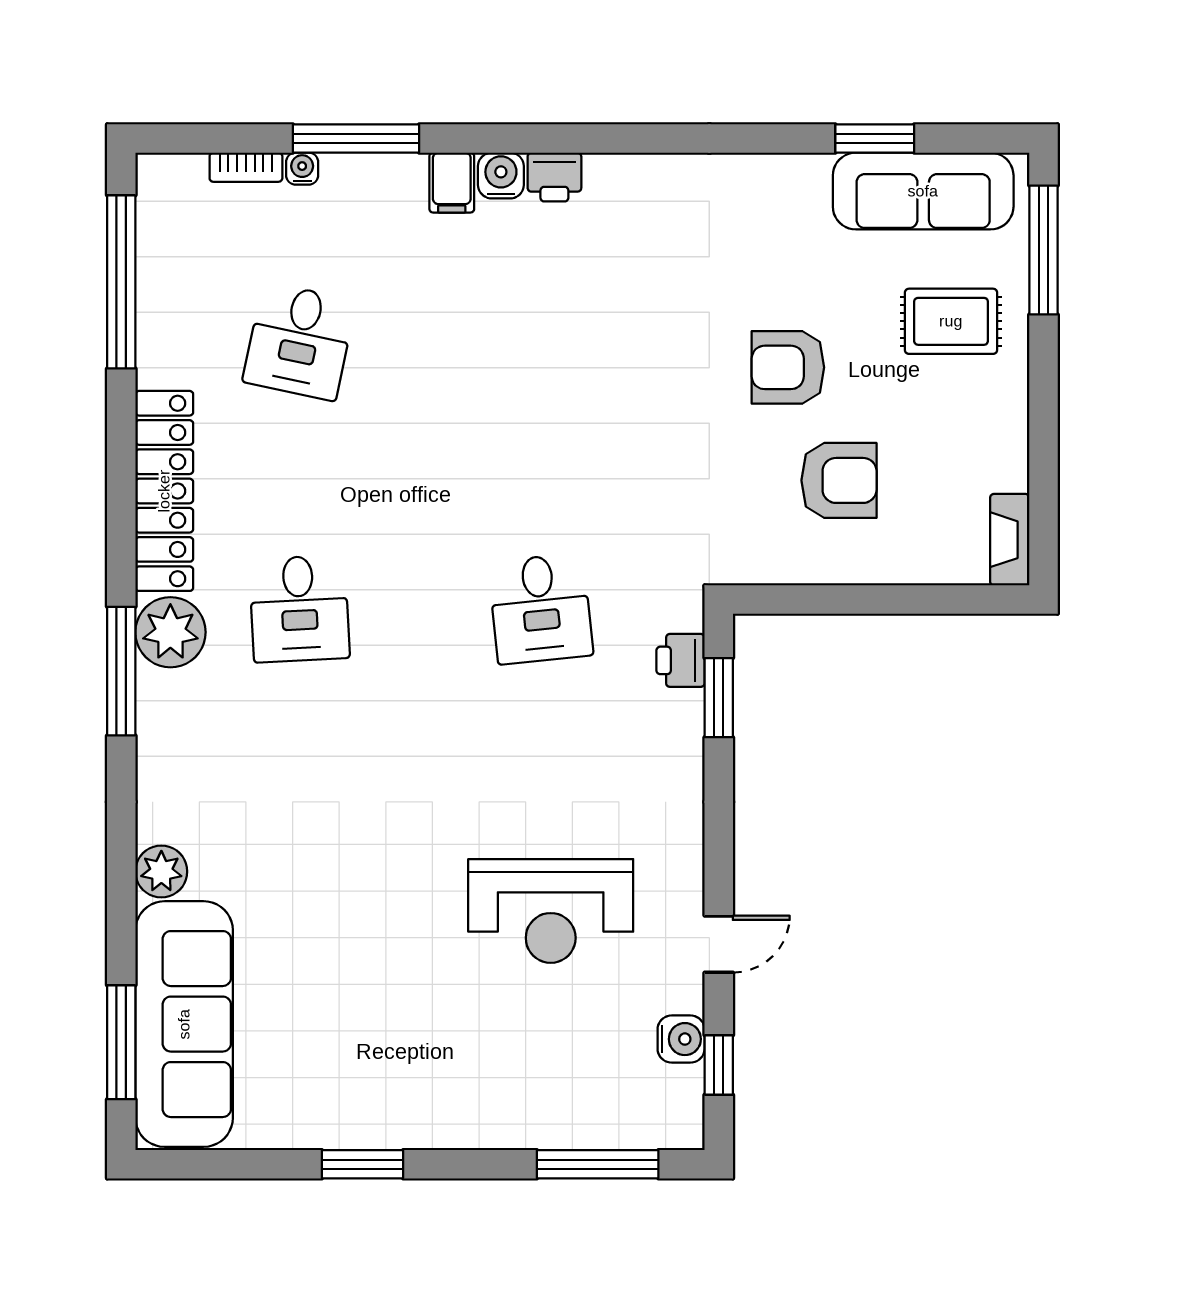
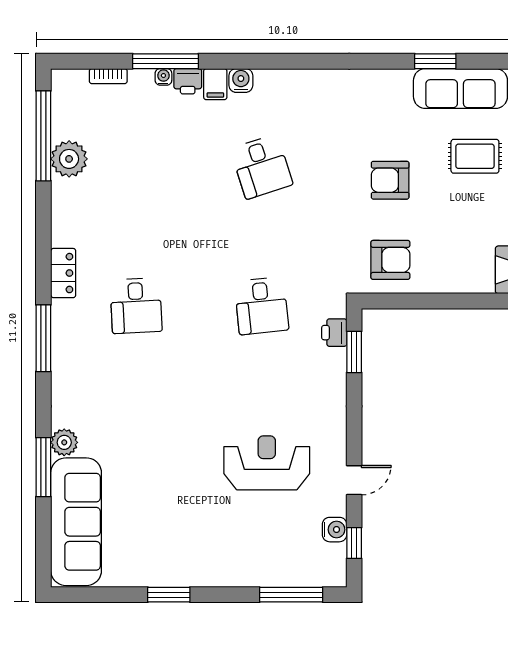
water cooler: (302, 169) -> (163, 77), moved
printer: (554, 177) -> (188, 81), moved
desk: (299, 341) -> (261, 167), moved, turned -30
armchair: (839, 480) -> (390, 260), moved
locker: (164, 491) -> (63, 273), width x0.46, depth x0.83
plant: (170, 632) -> (69, 159), moved
reception desk: (551, 911) -> (267, 463), turned 180
window: (121, 1042) -> (43, 467), moved

